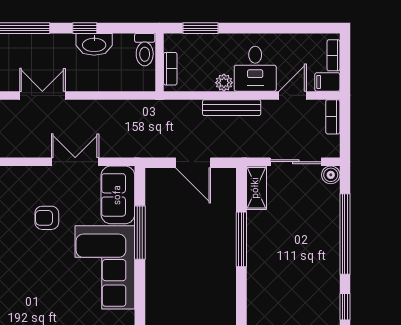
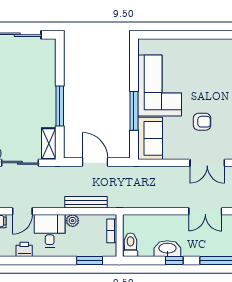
printer: (290, 43) -> (24, 249), added
bench: (232, 108) -> (86, 202), moved
double door: (75, 162) -> (207, 163), moved

